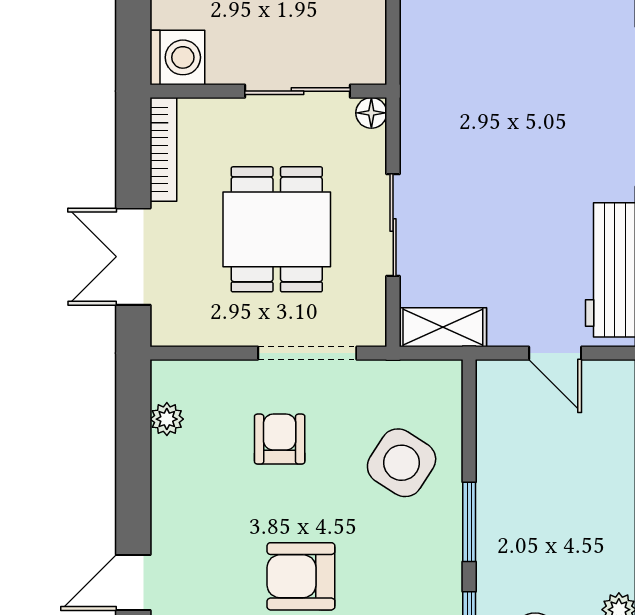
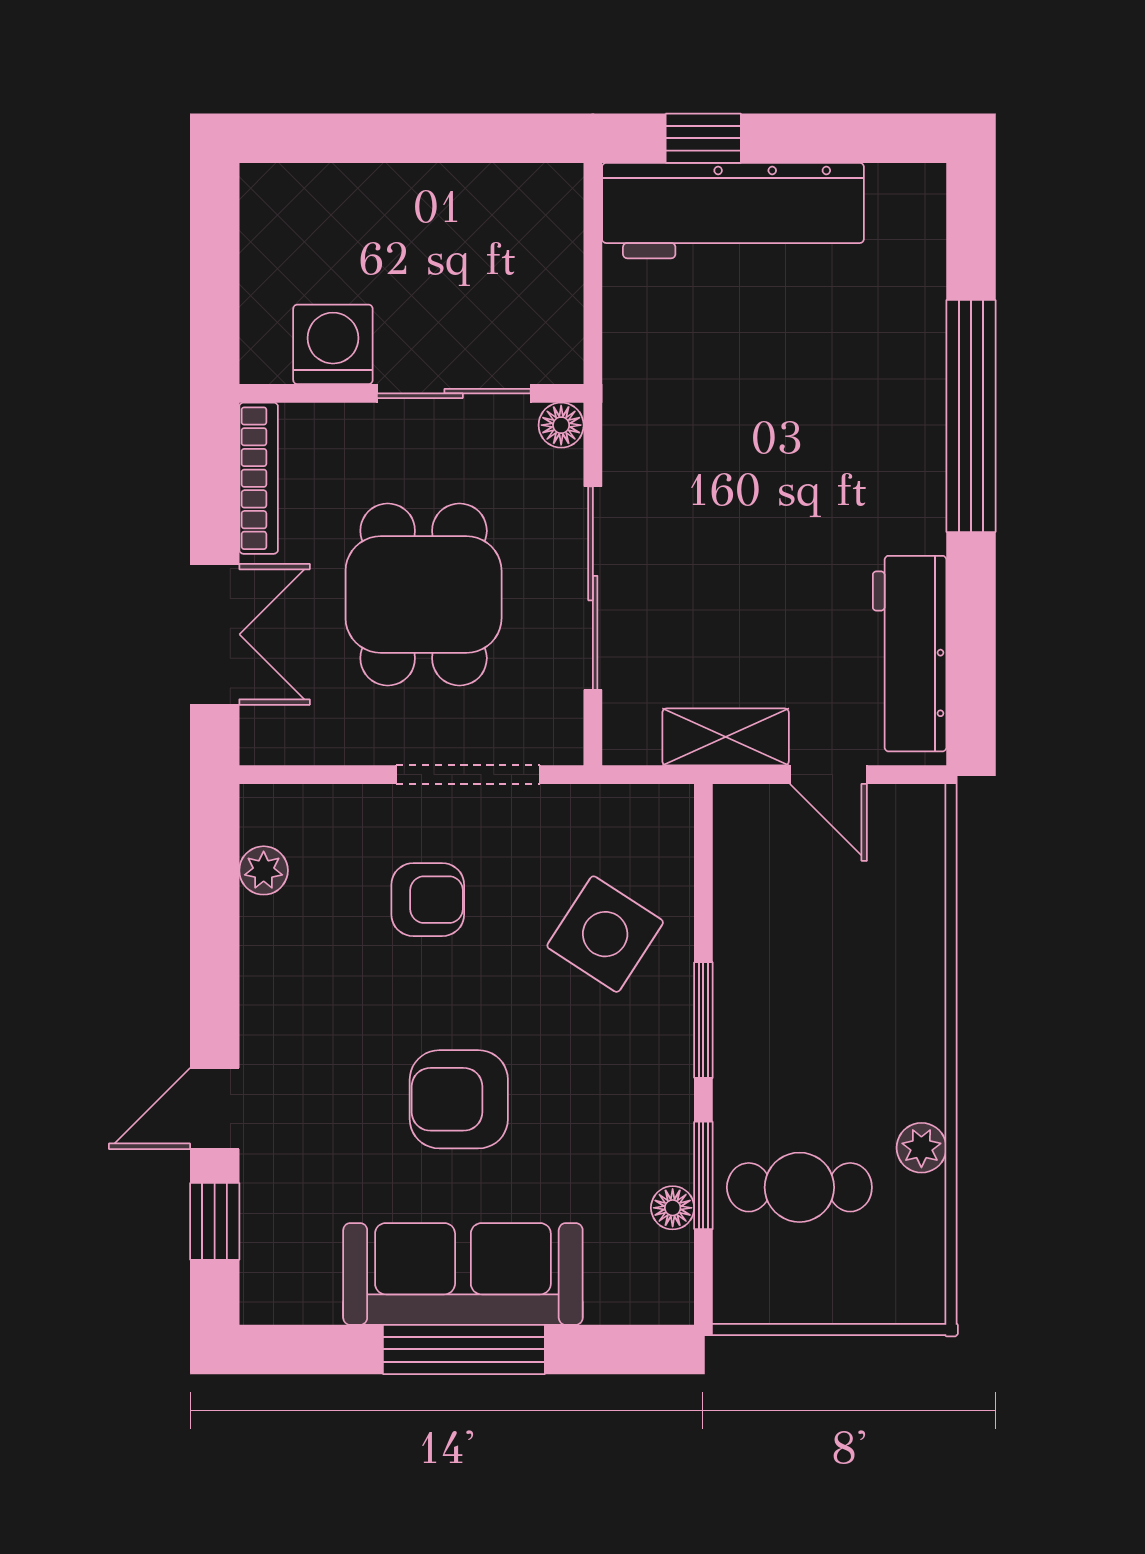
washing machine: (177, 57) -> (333, 344), moved, turned -90
sliding door: (393, 225) -> (593, 588), width x1.37
double door: (133, 257) -> (215, 634), swing flipped
shelving: (443, 327) -> (726, 737), moved
armchair: (280, 439) -> (428, 900), turned 90

